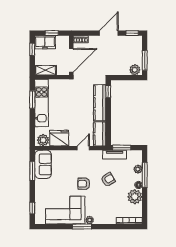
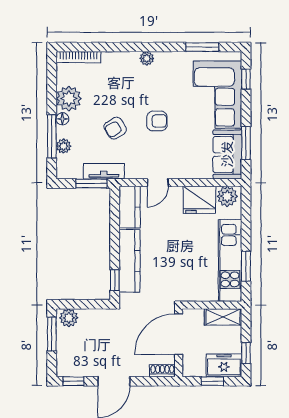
corner sofa: (65, 210) -> (217, 95), moved, turned 90
window: (82, 227) -> (202, 47), moved

